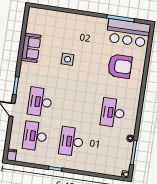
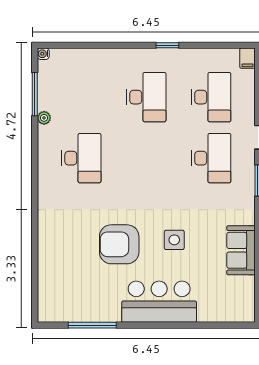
bar counter: (128, 33) -> (159, 302), moved
armchair: (120, 66) -> (119, 244), moved

